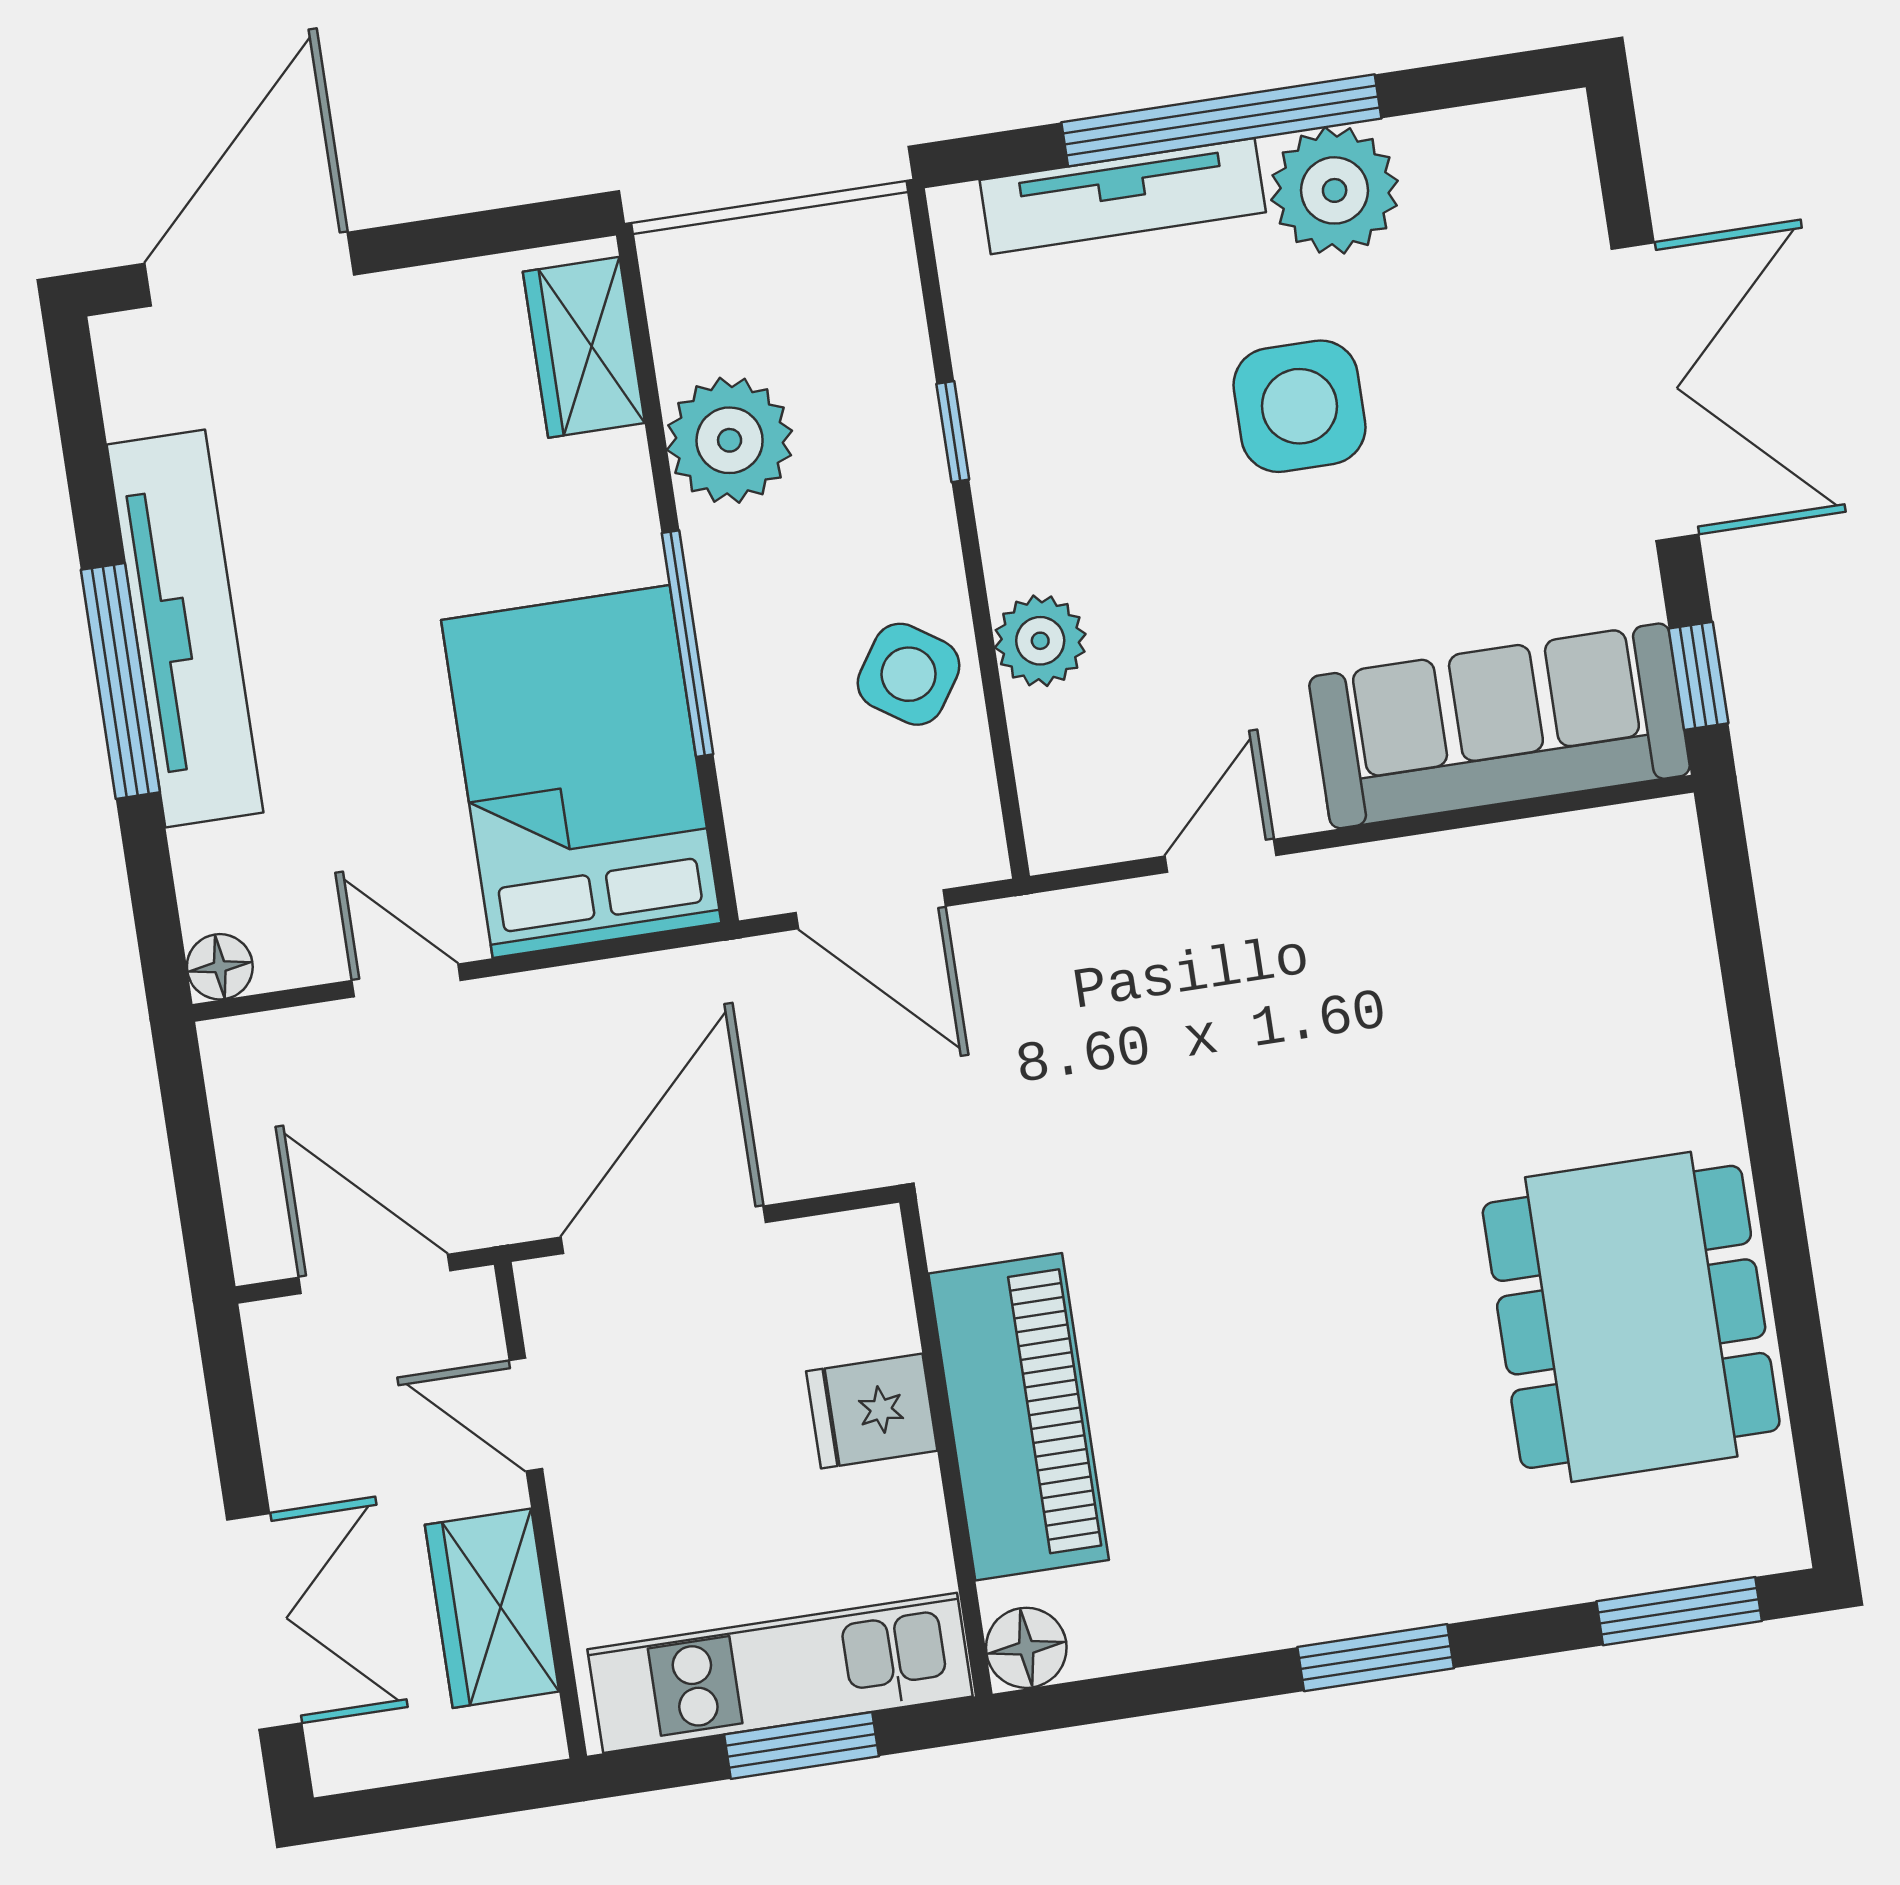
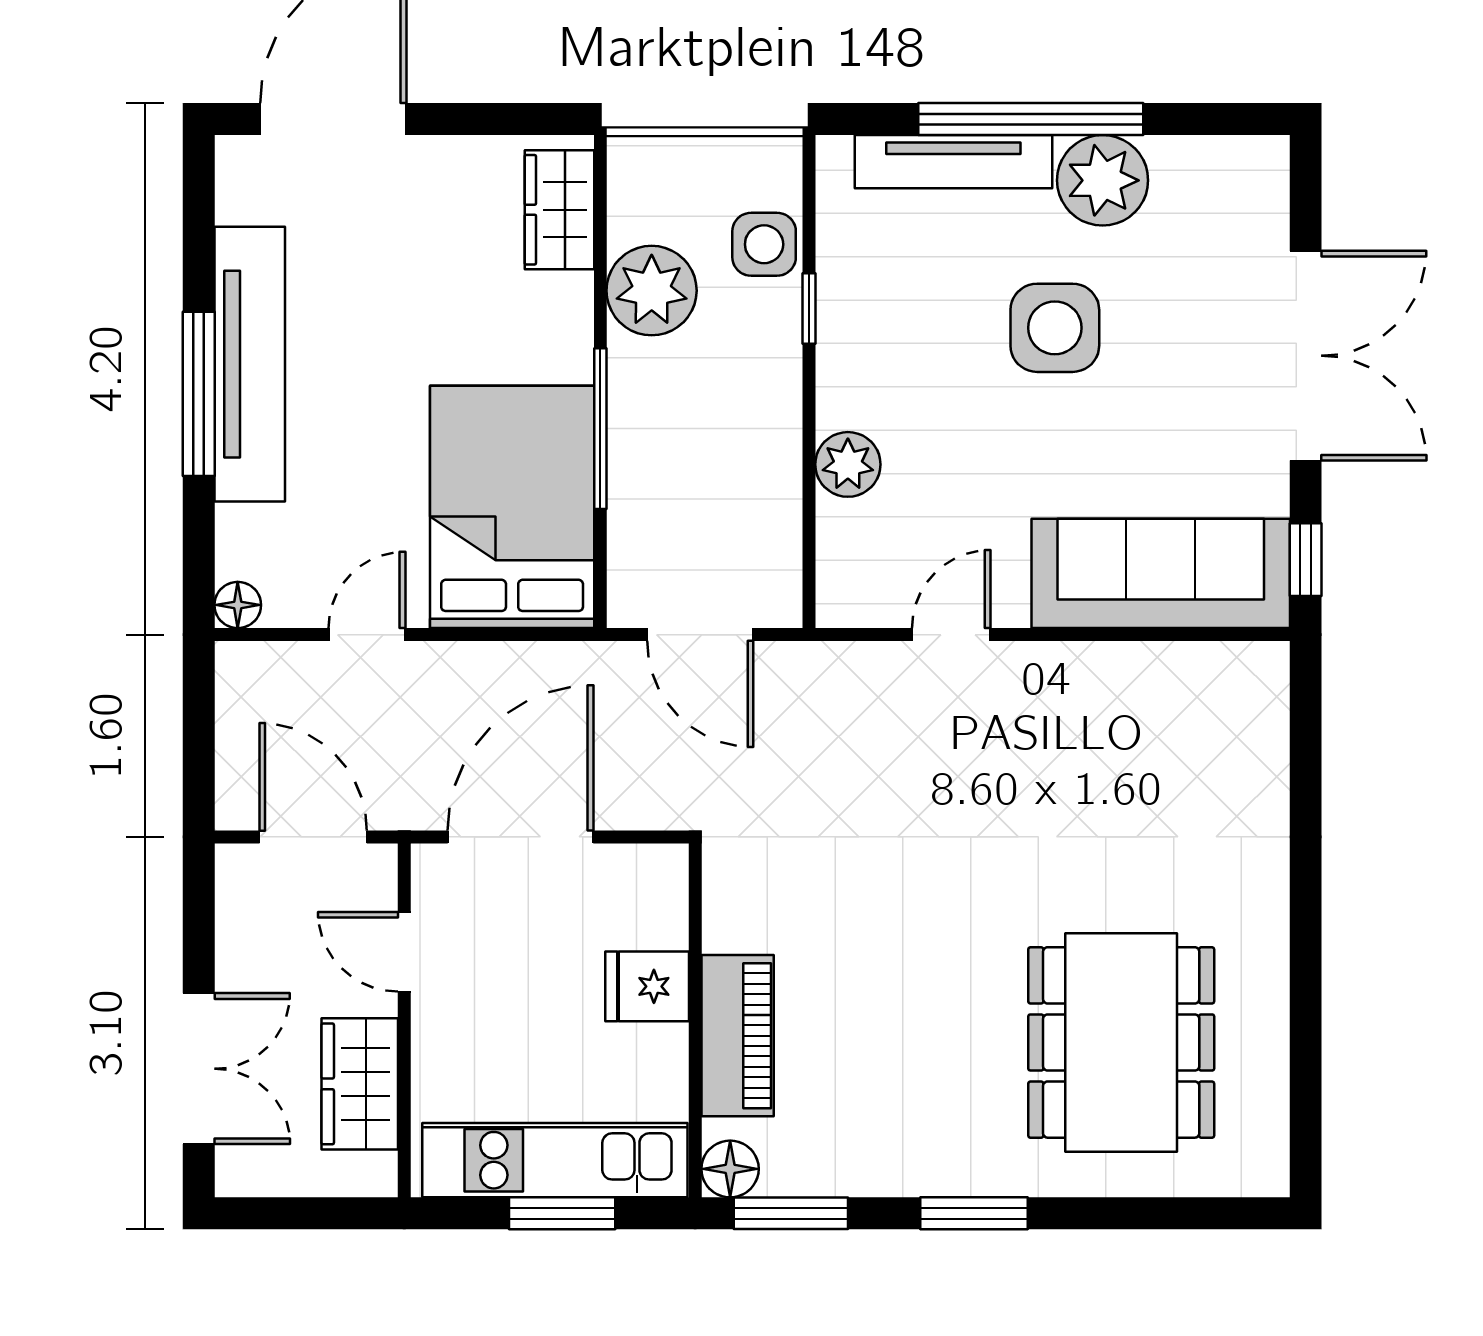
side table: (909, 674) -> (764, 244), moved, turned -34
door: (406, 980) -> (367, 635), hinge flipped
dining table: (1631, 1317) -> (1121, 1042), moved
piano: (1019, 1417) -> (738, 1036), width x0.73, depth x0.75
window: (1679, 1611) -> (791, 1213), moved

